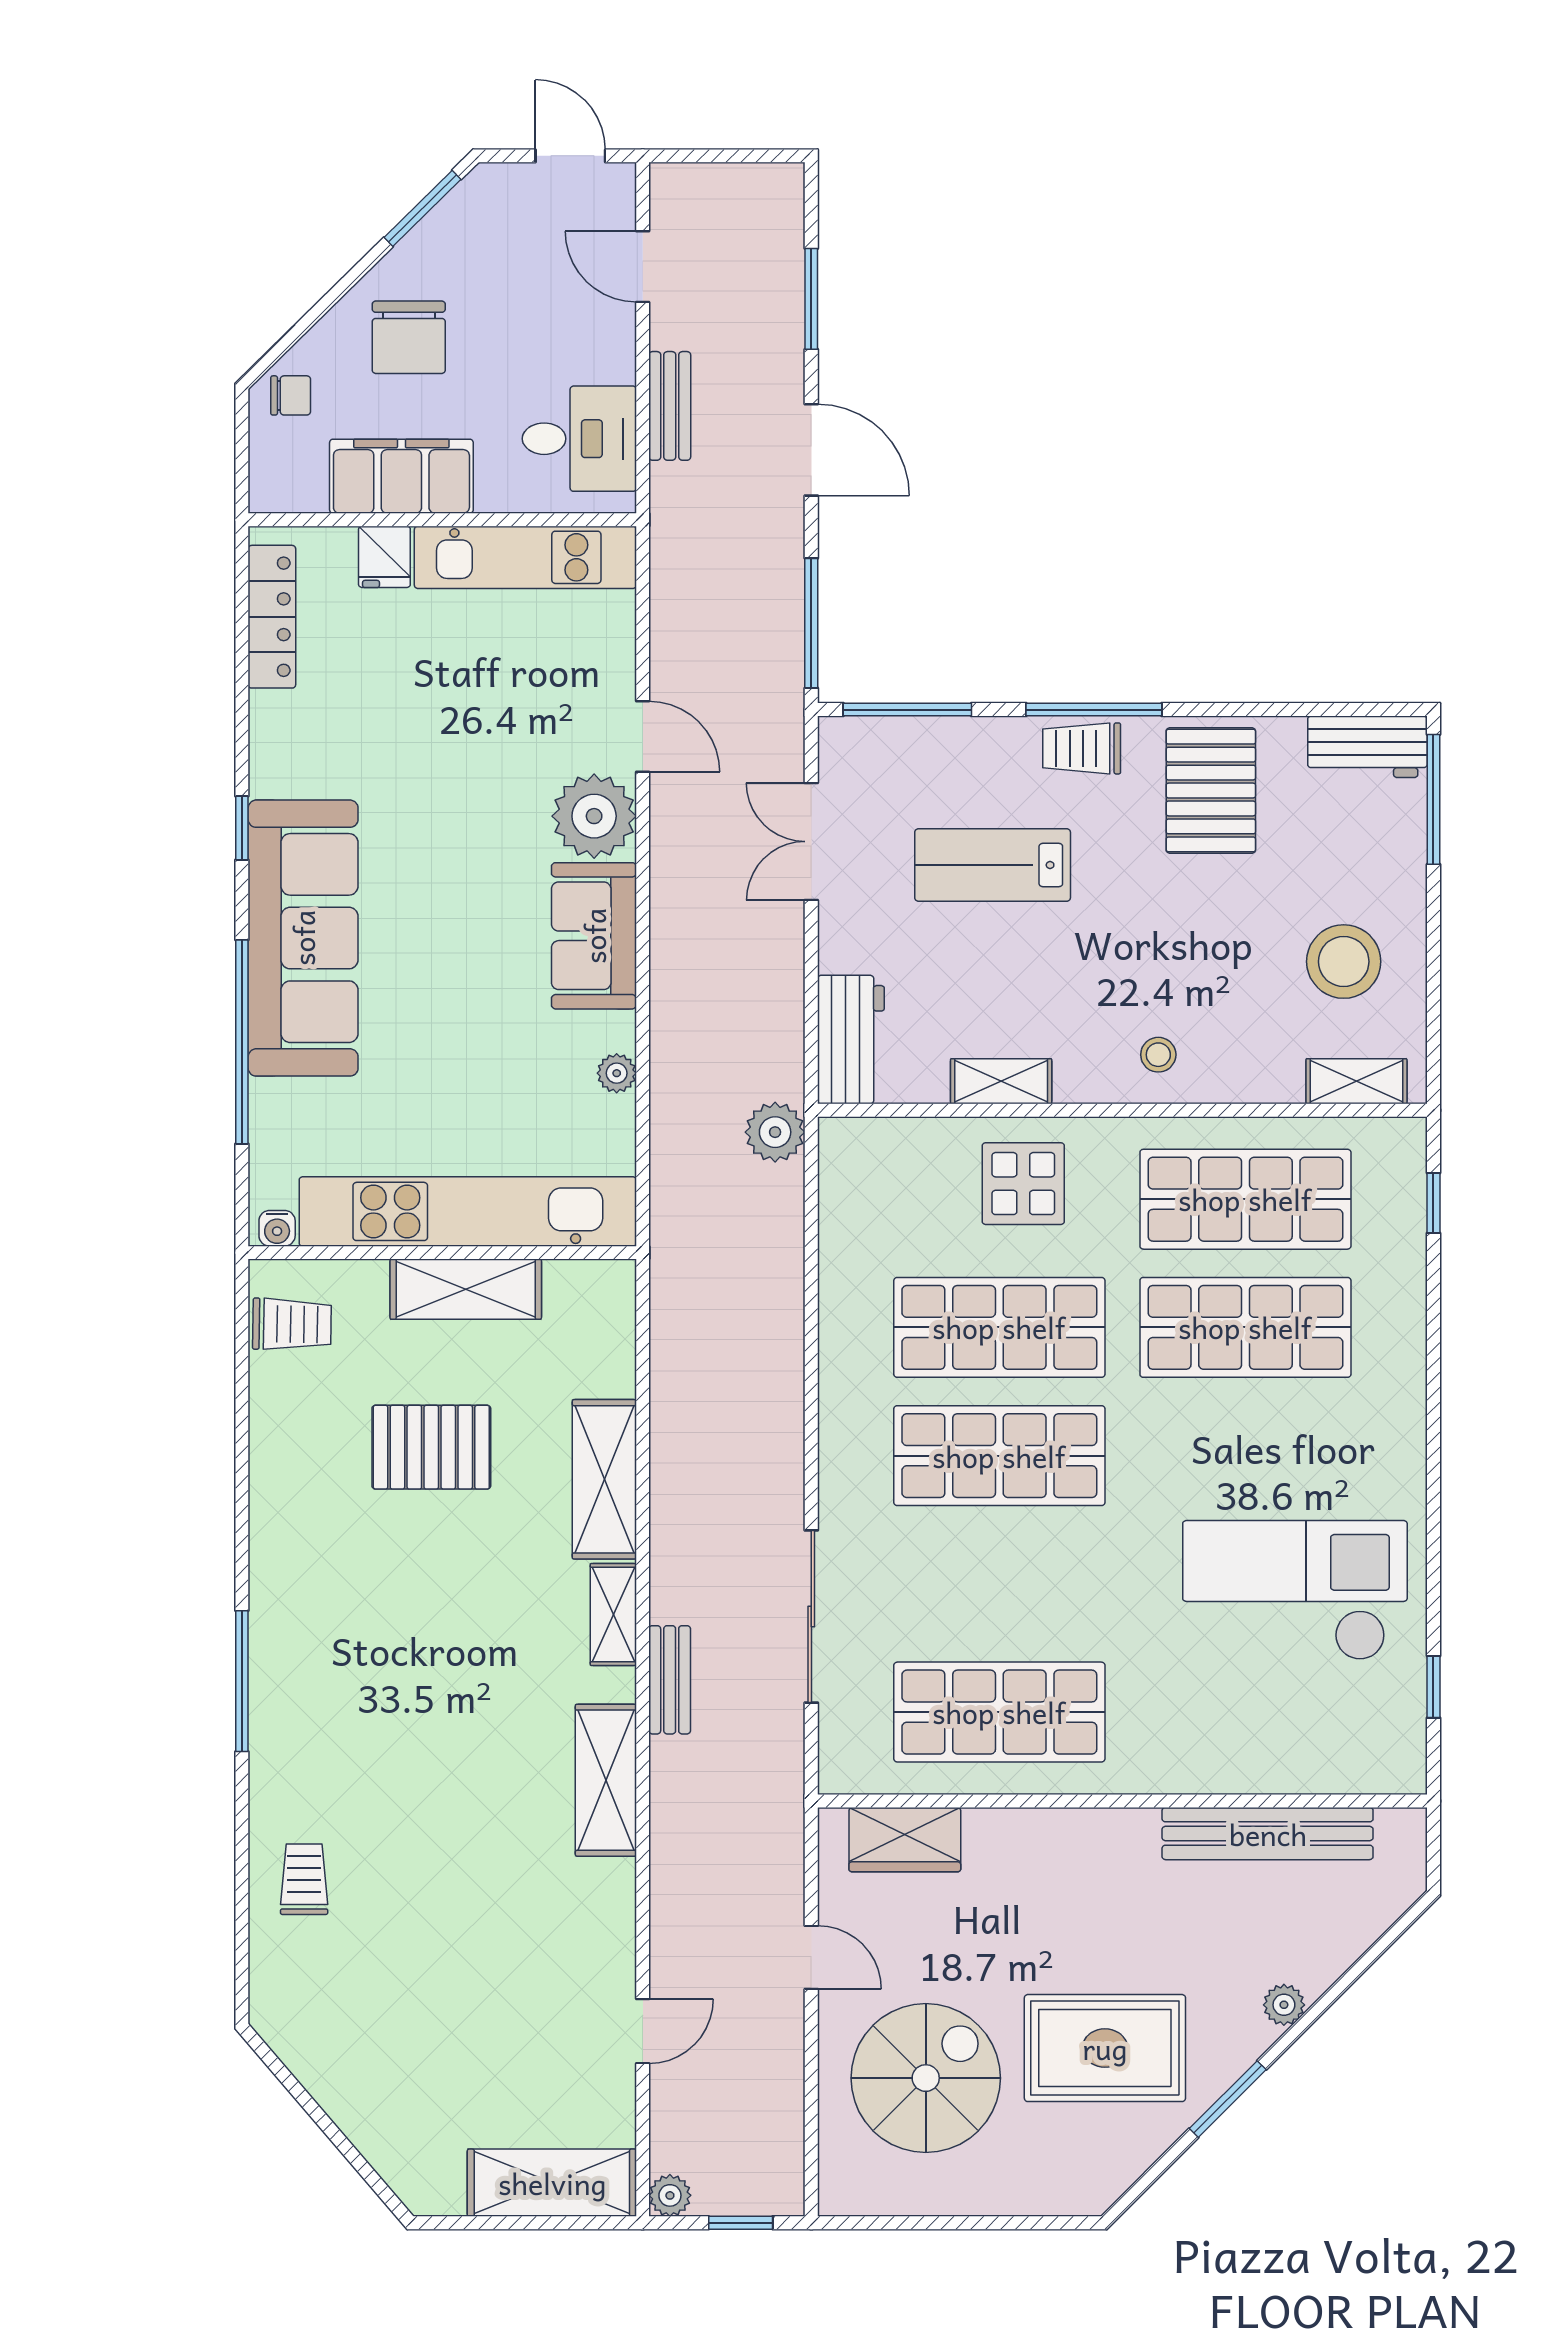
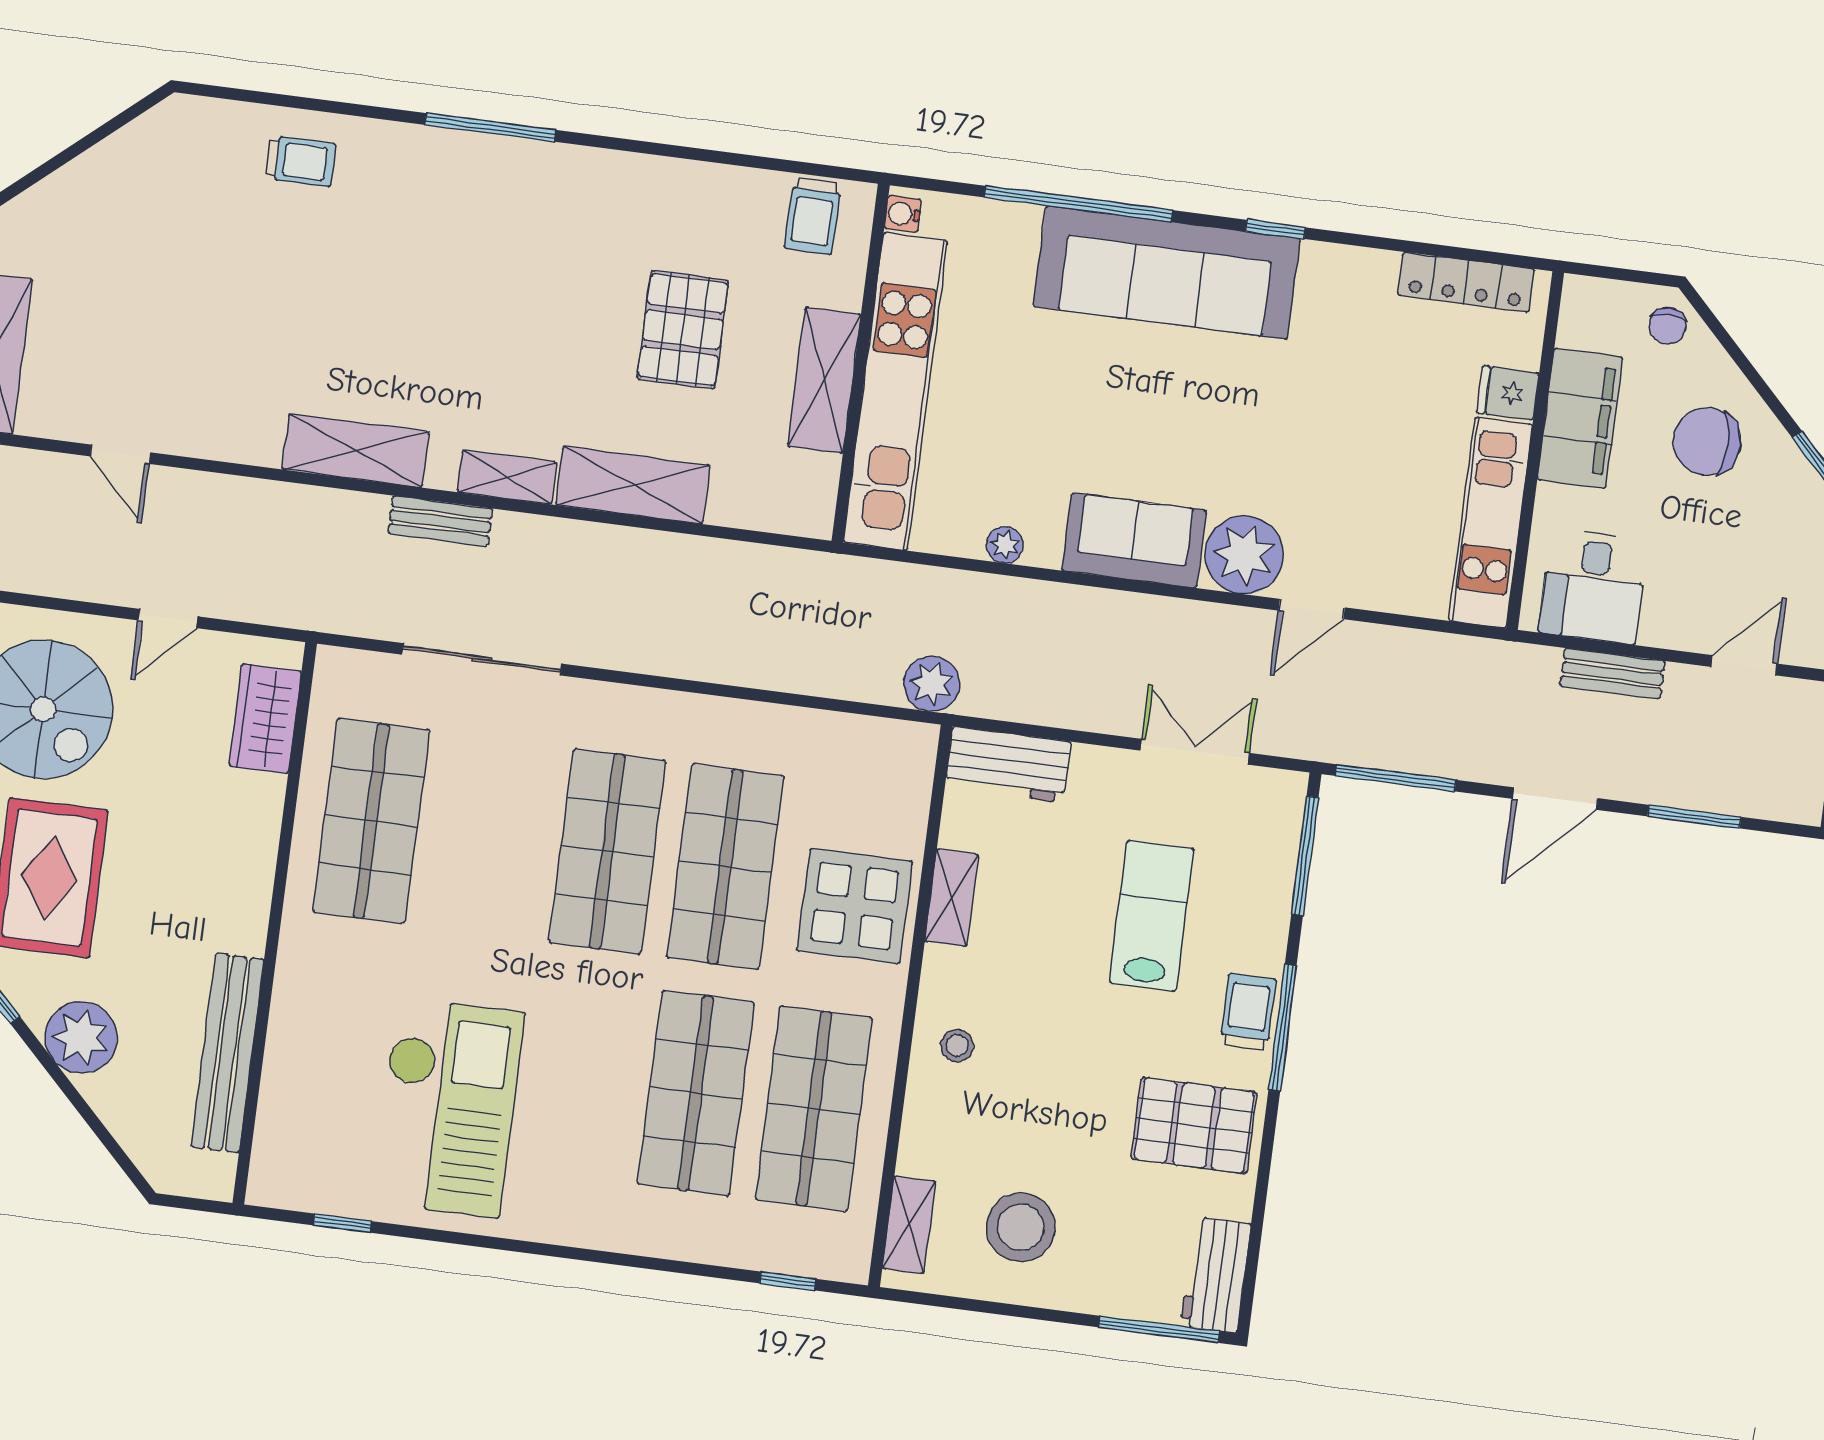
display table: (1023, 1184) -> (855, 906), width x1.36, depth x1.36
plant: (1284, 2005) -> (81, 1037), width x1.88, depth x1.88

